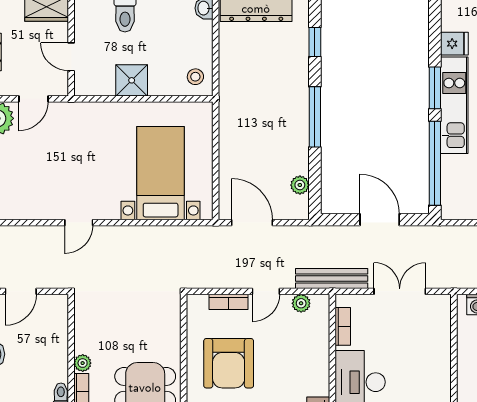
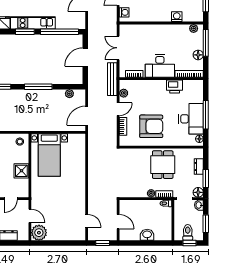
bed with nightstands: (161, 173) -> (49, 155), moved, turned -90
door: (79, 223) -> (87, 221), moved
door: (266, 291) -> (118, 109), hinge flipped

